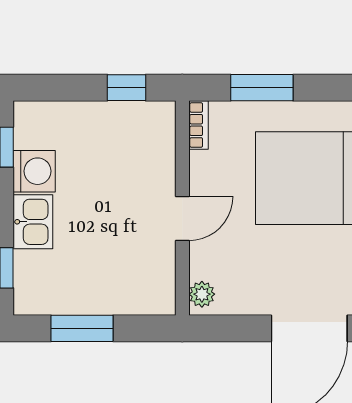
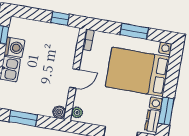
window: (262, 88) -> (134, 31), moved
boiler: (161, 301) -> (59, 112), added

